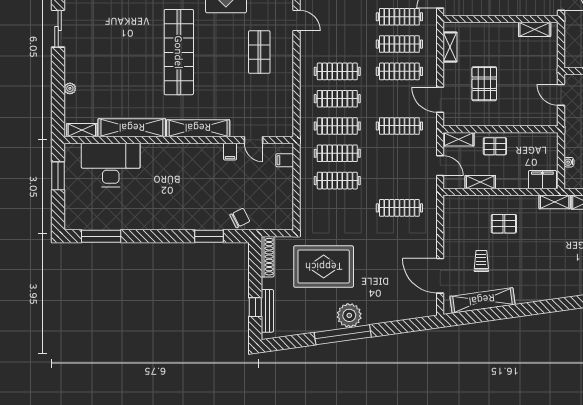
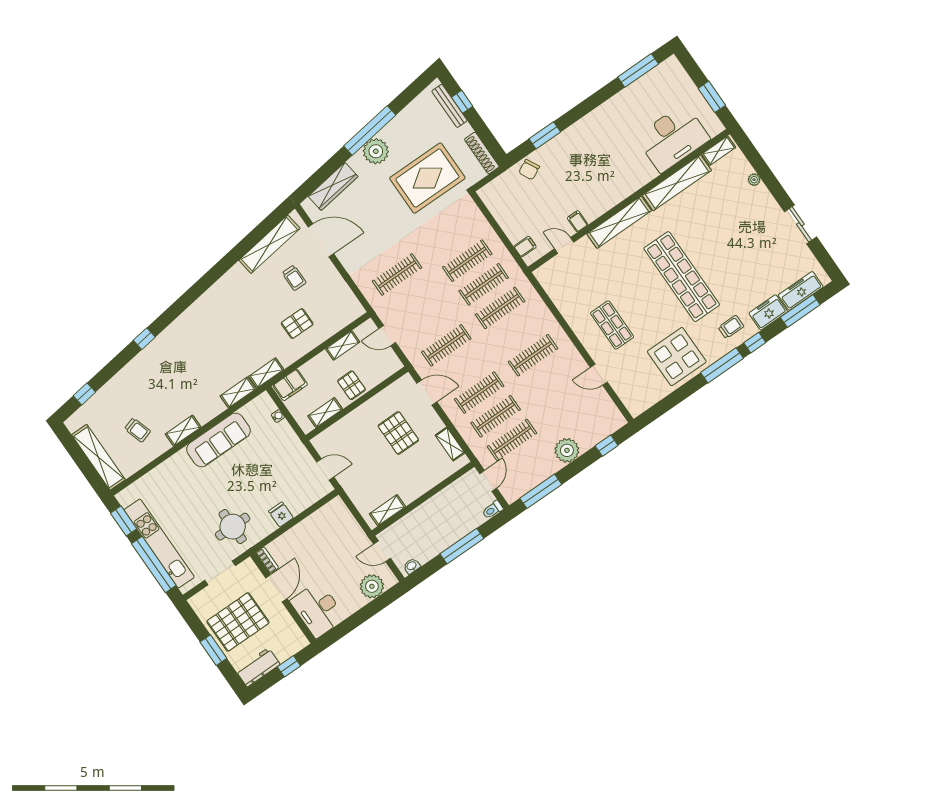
clothes rail: (337, 99) -> (517, 332), removed
shelving: (459, 139) -> (325, 413), moved
pallet: (495, 146) -> (352, 385), turned 90
wardrobe: (402, 311) -> (333, 186), added

